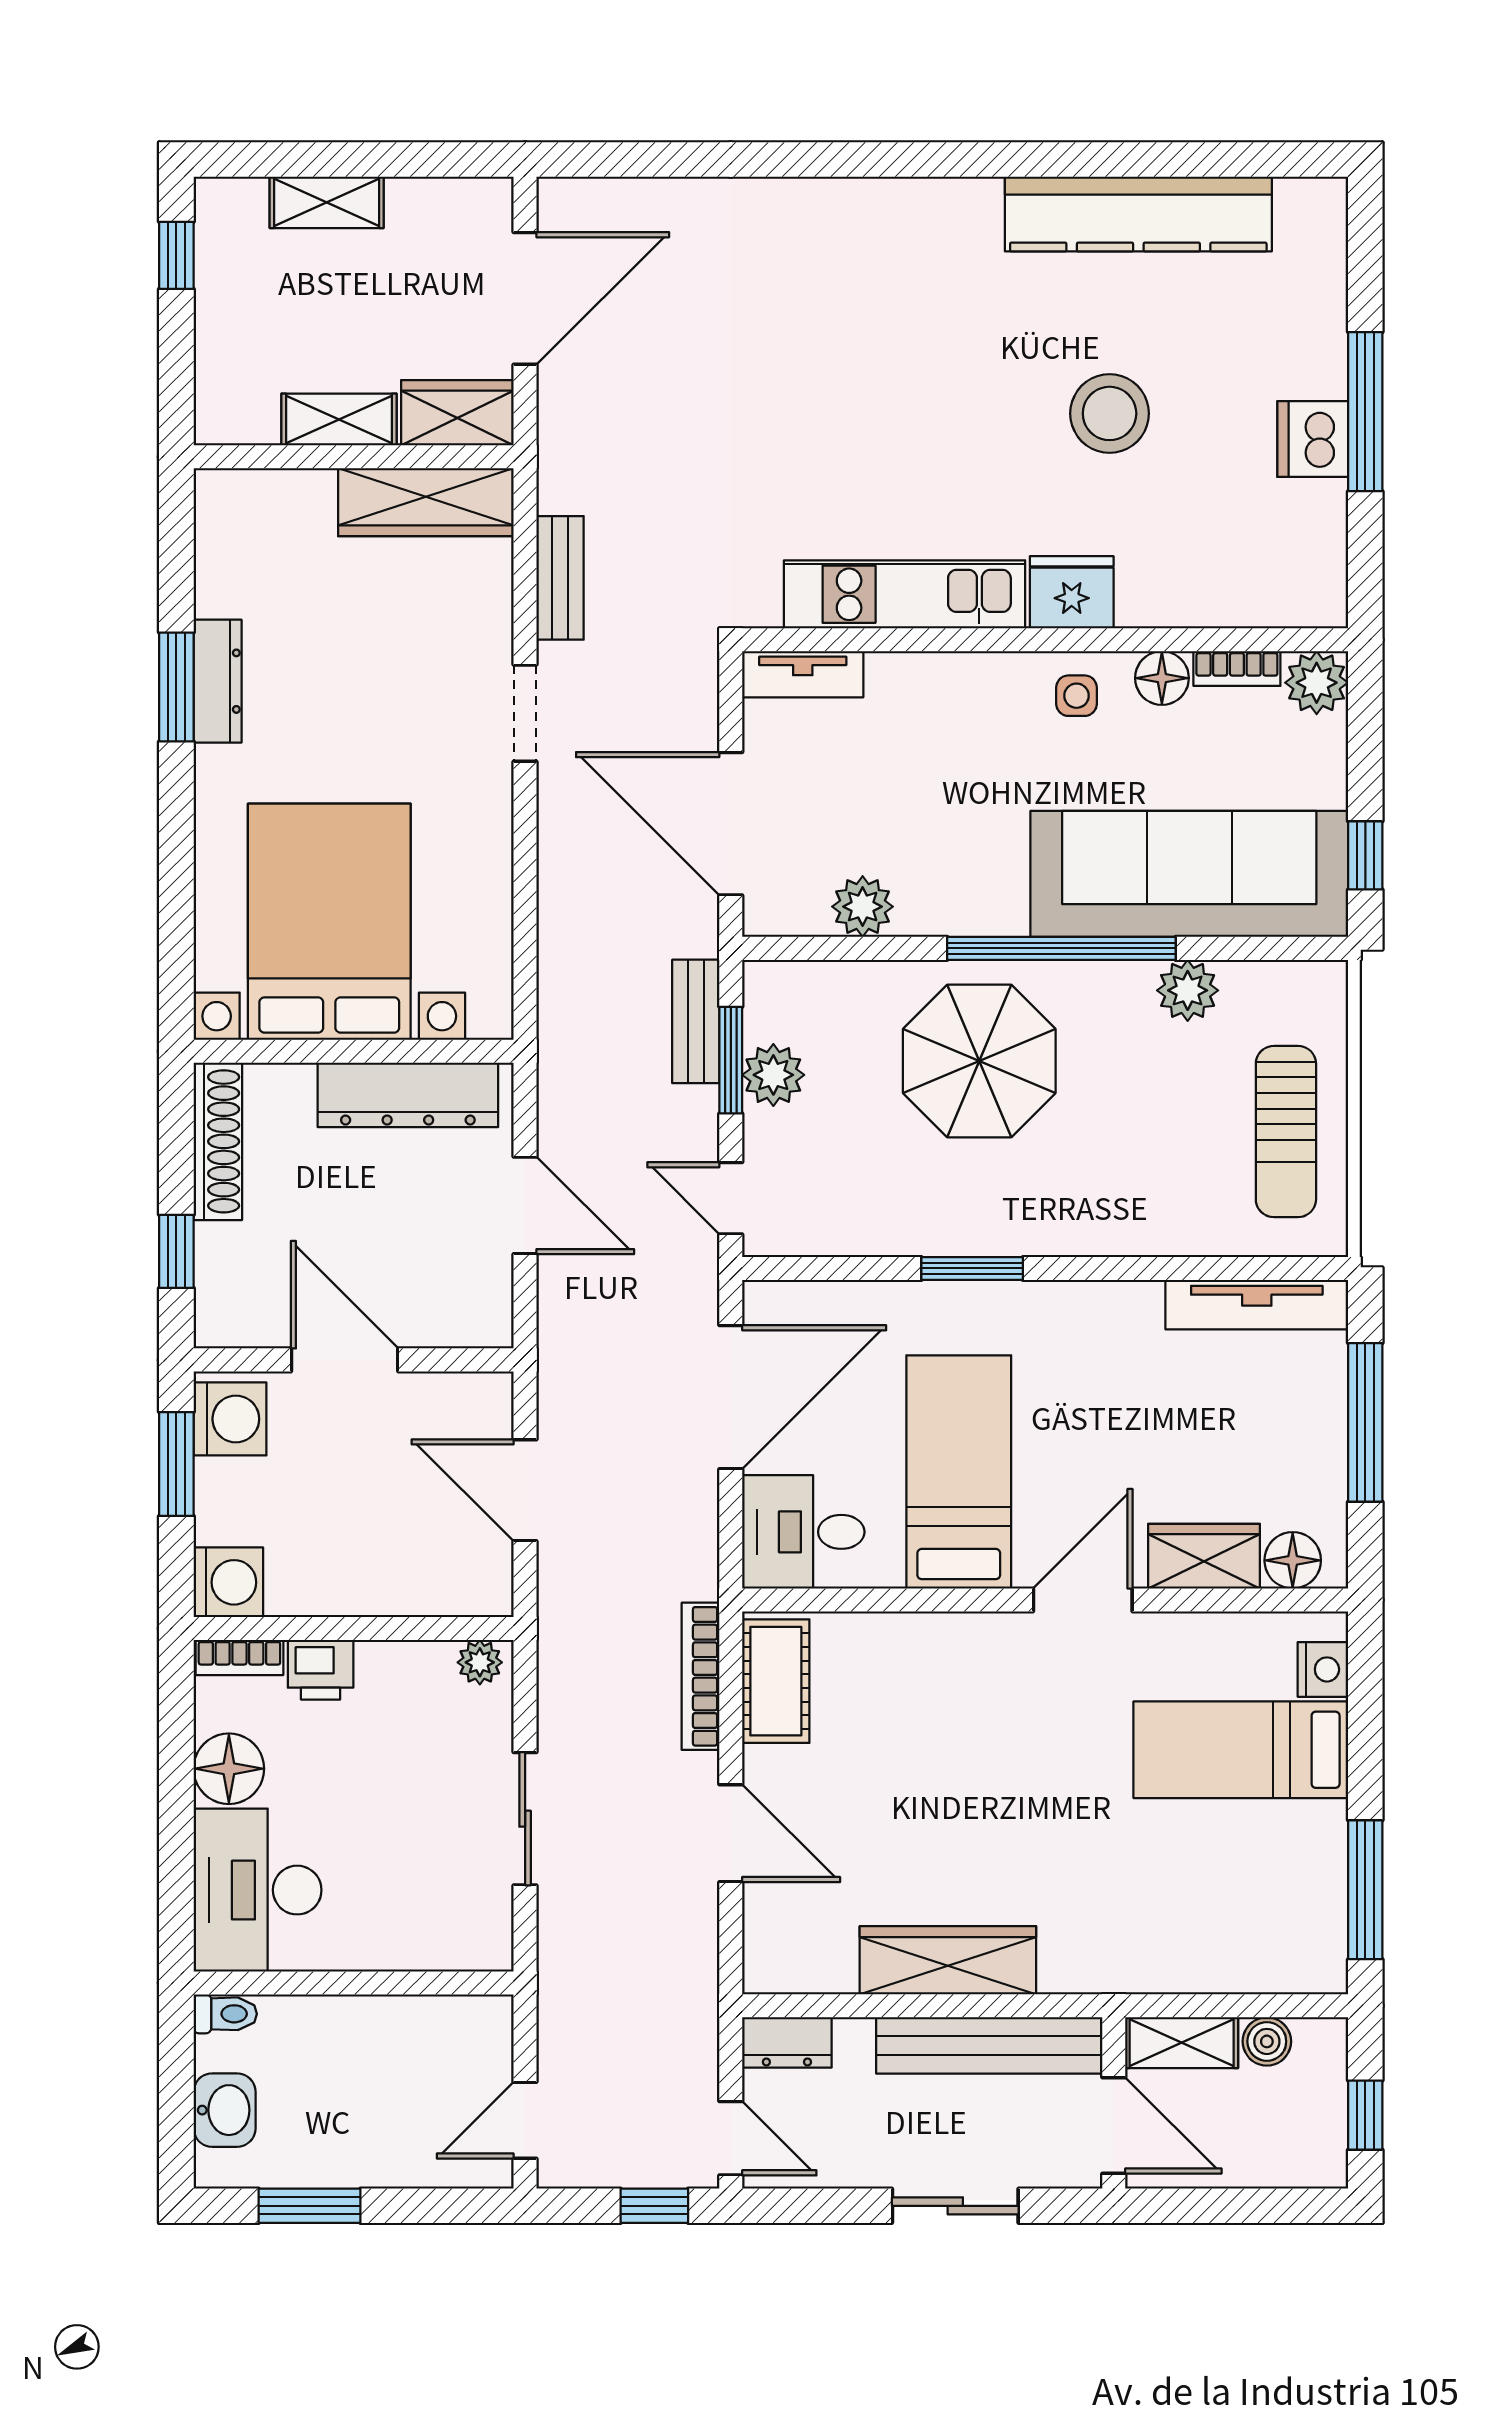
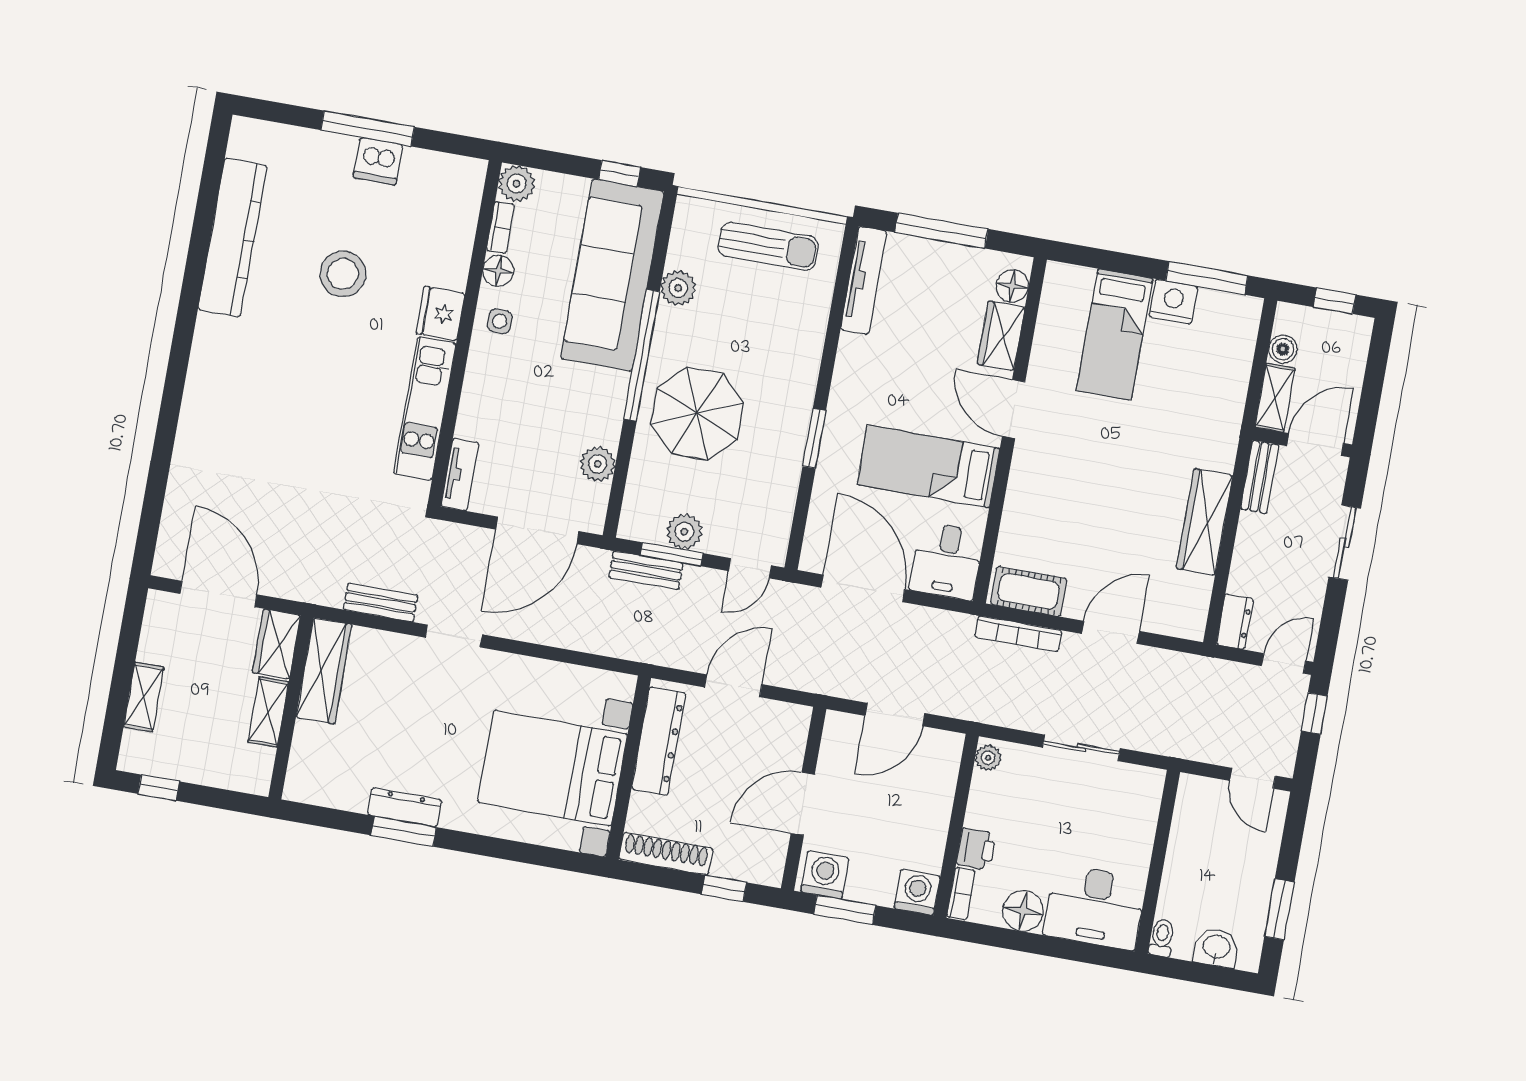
nightstand: (1323, 1669) -> (1173, 302), moved, width x1.36, depth x1.33
bench: (989, 2045) -> (1259, 477), width x0.54, depth x0.82

